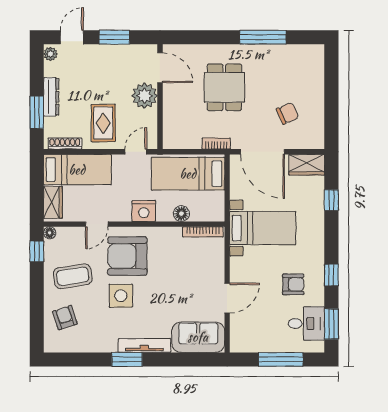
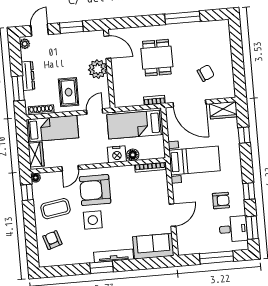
nightstand: (144, 211) -> (117, 154), moved

